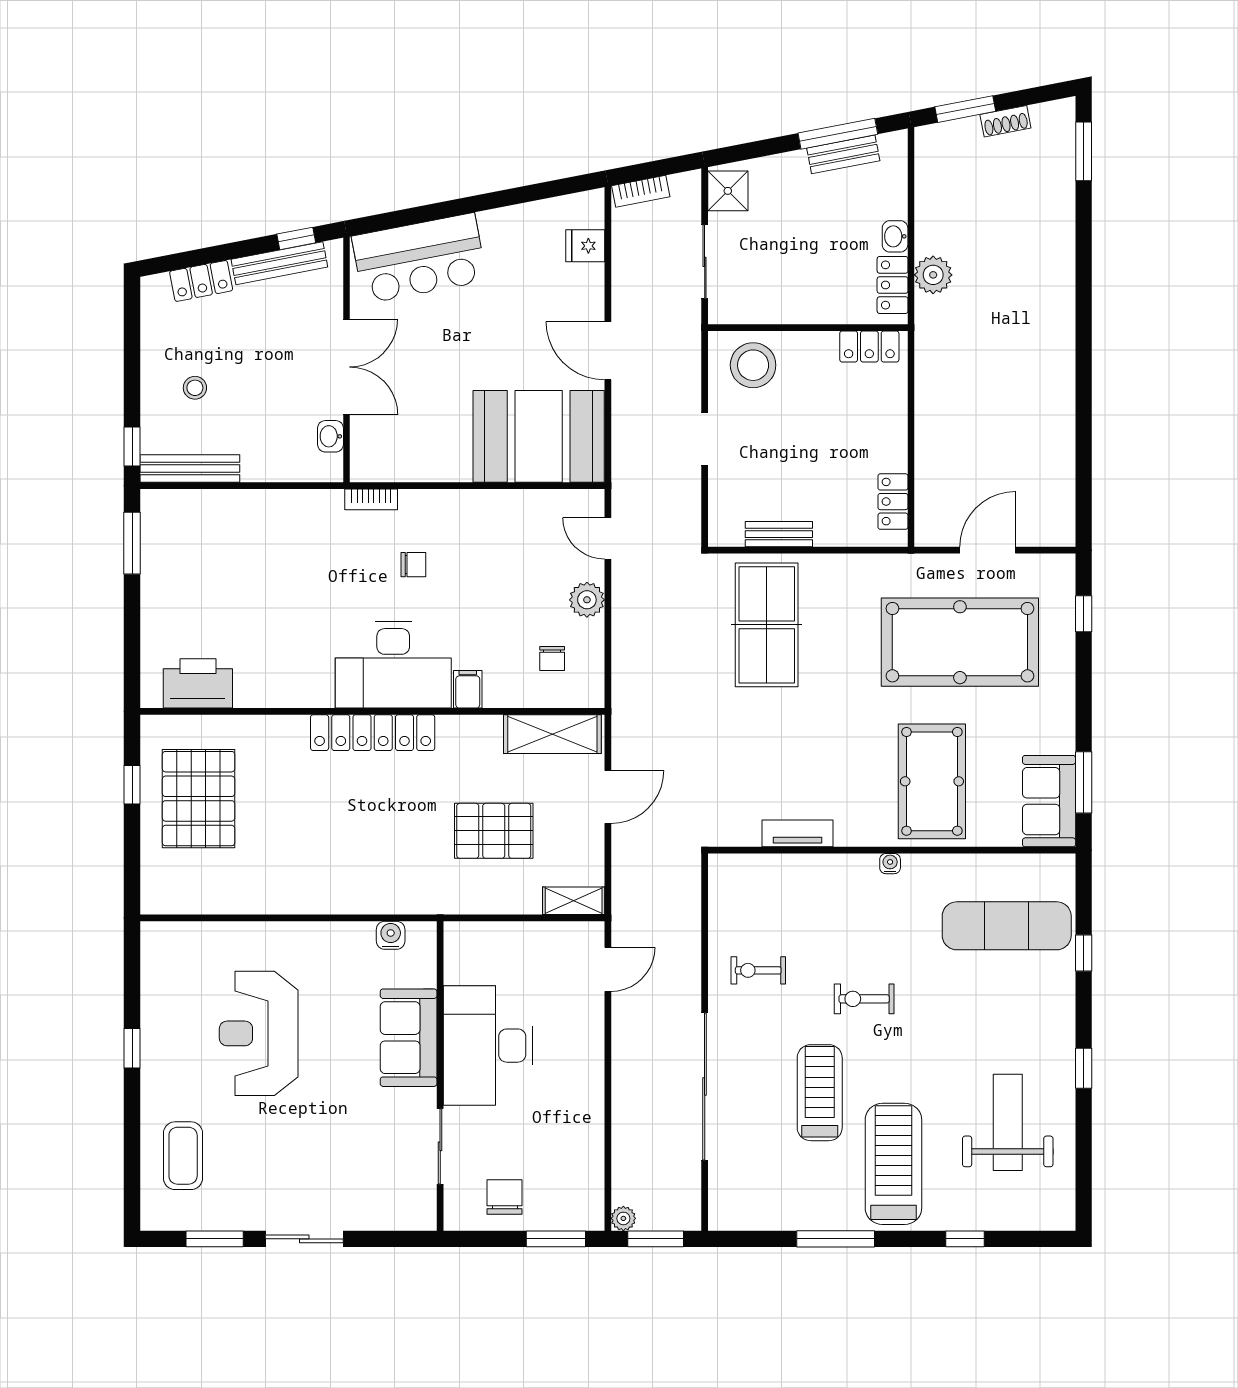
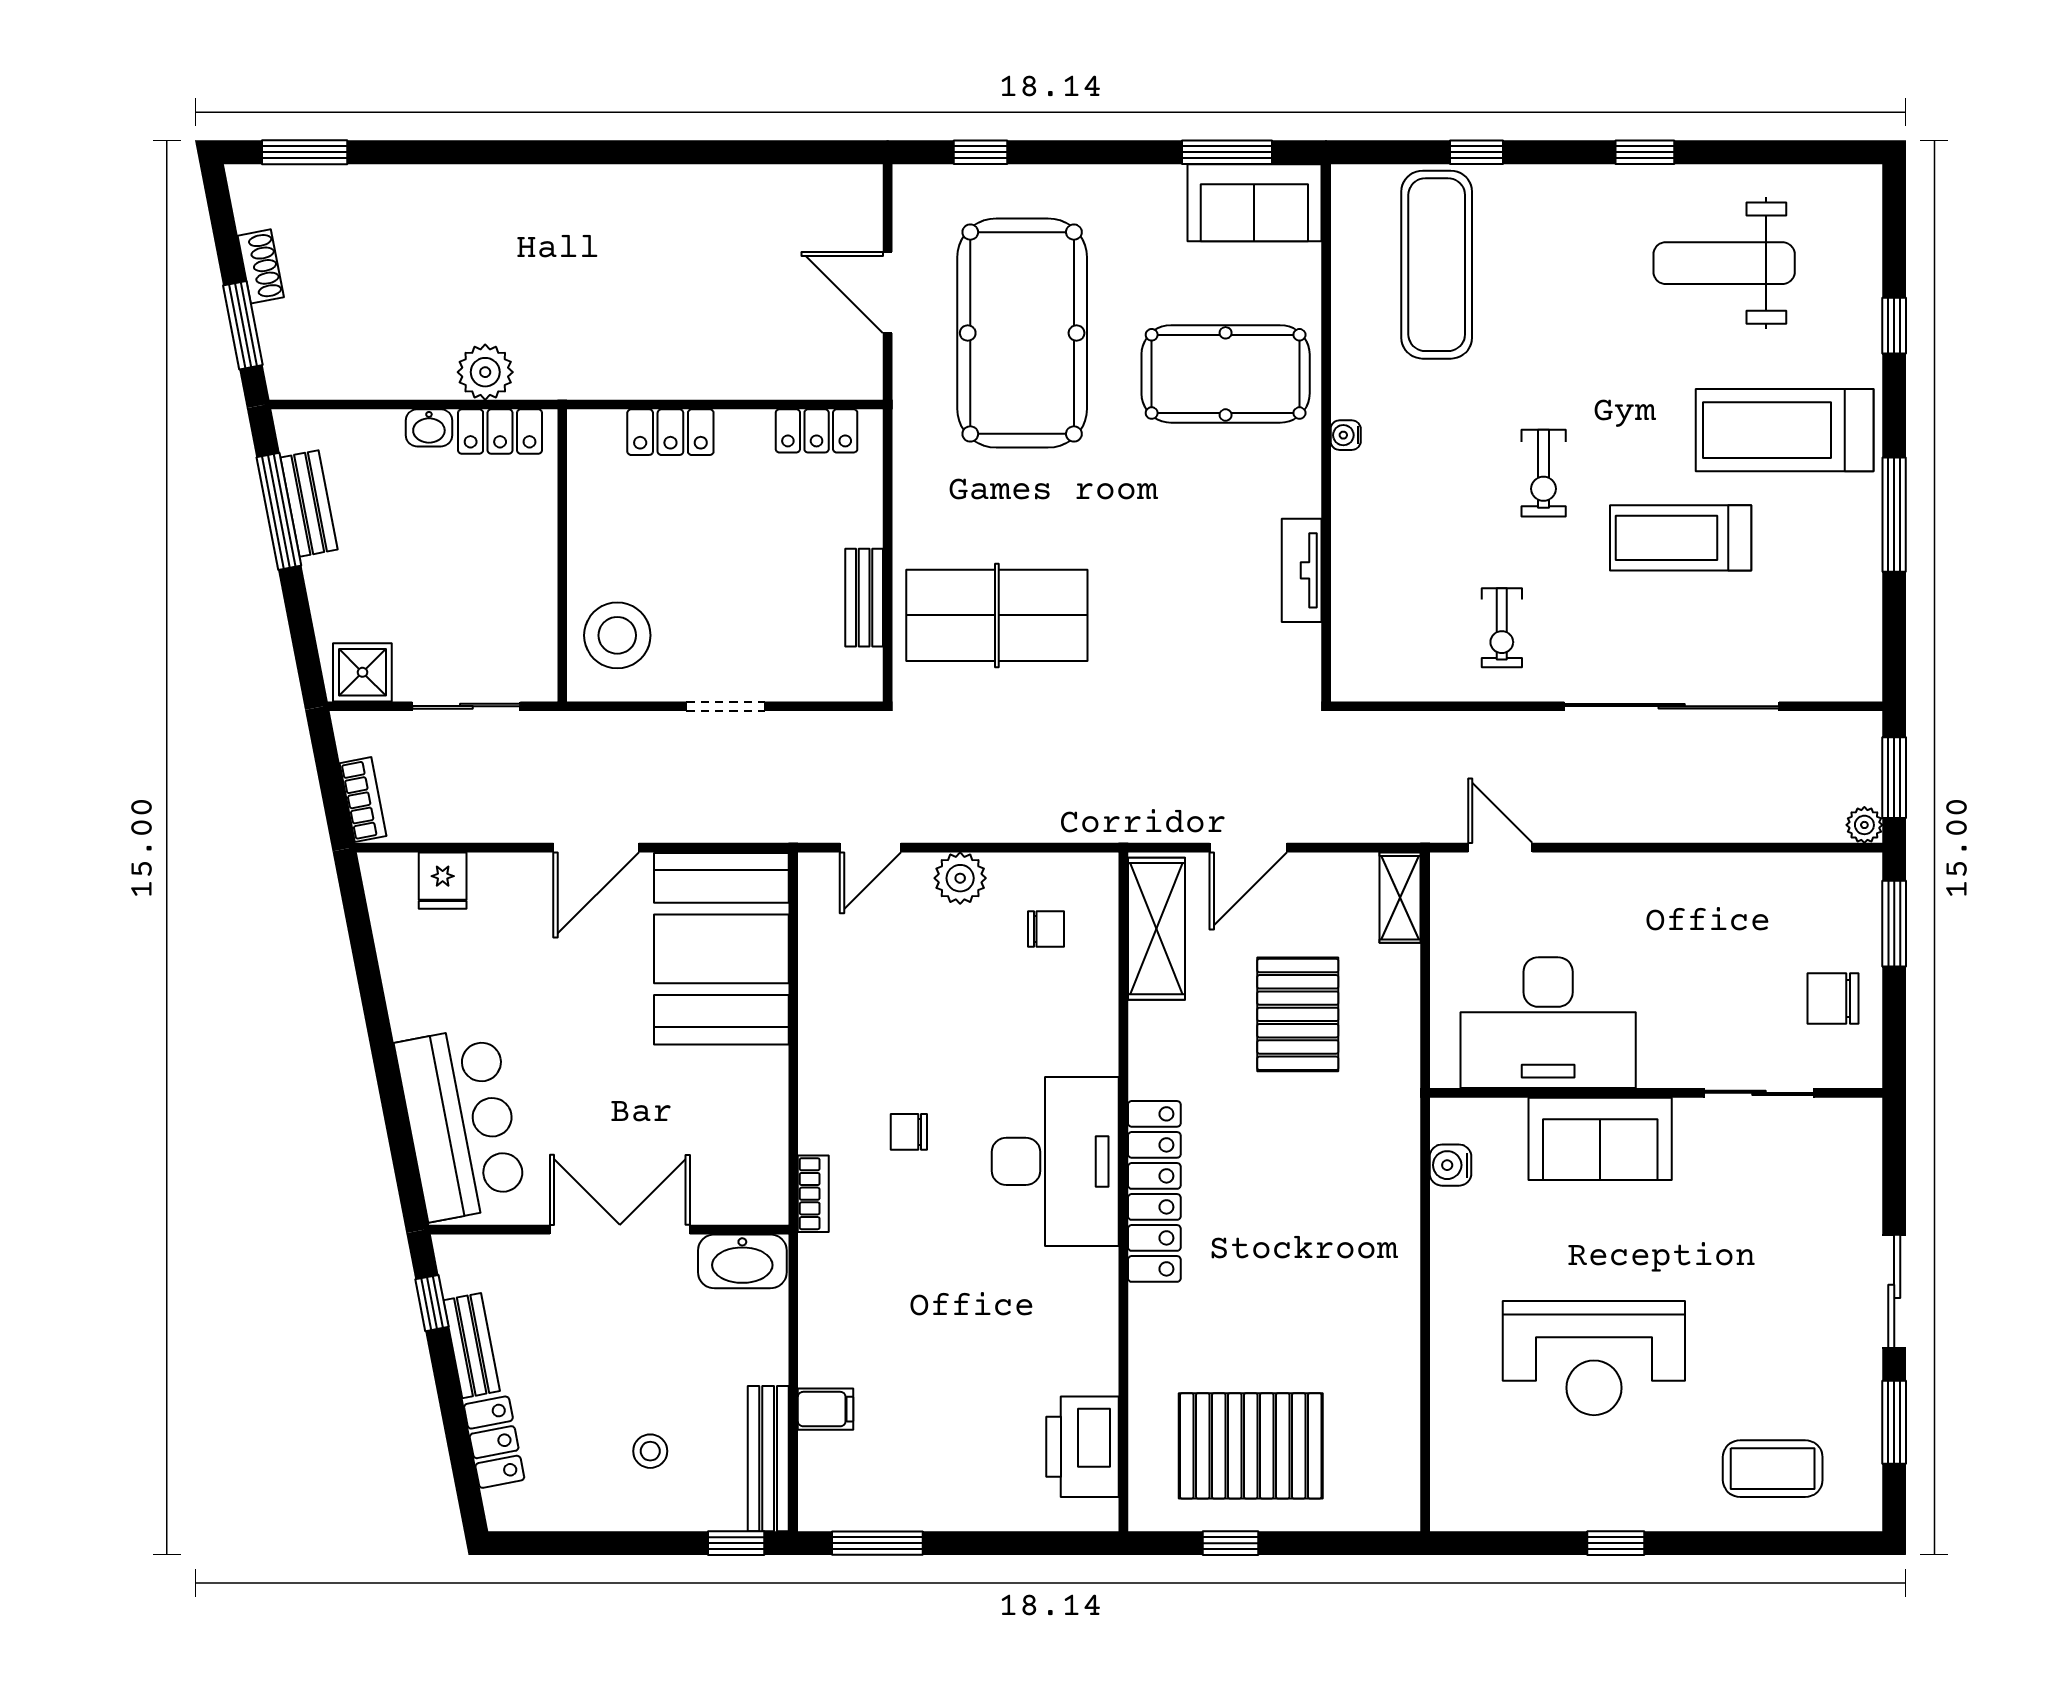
bench: (279, 263) -> (472, 1346), width x0.73
locker: (869, 346) -> (670, 432), moved, turned 90
washbasin: (331, 436) -> (742, 1261), width x1.91, depth x1.45
chair: (413, 565) -> (909, 1132), turned -90
filing cabinet: (468, 689) -> (826, 1409), moved, turned 180
door: (608, 797) -> (1248, 848), swing flipped
desk: (488, 1046) -> (1548, 1023), moved

